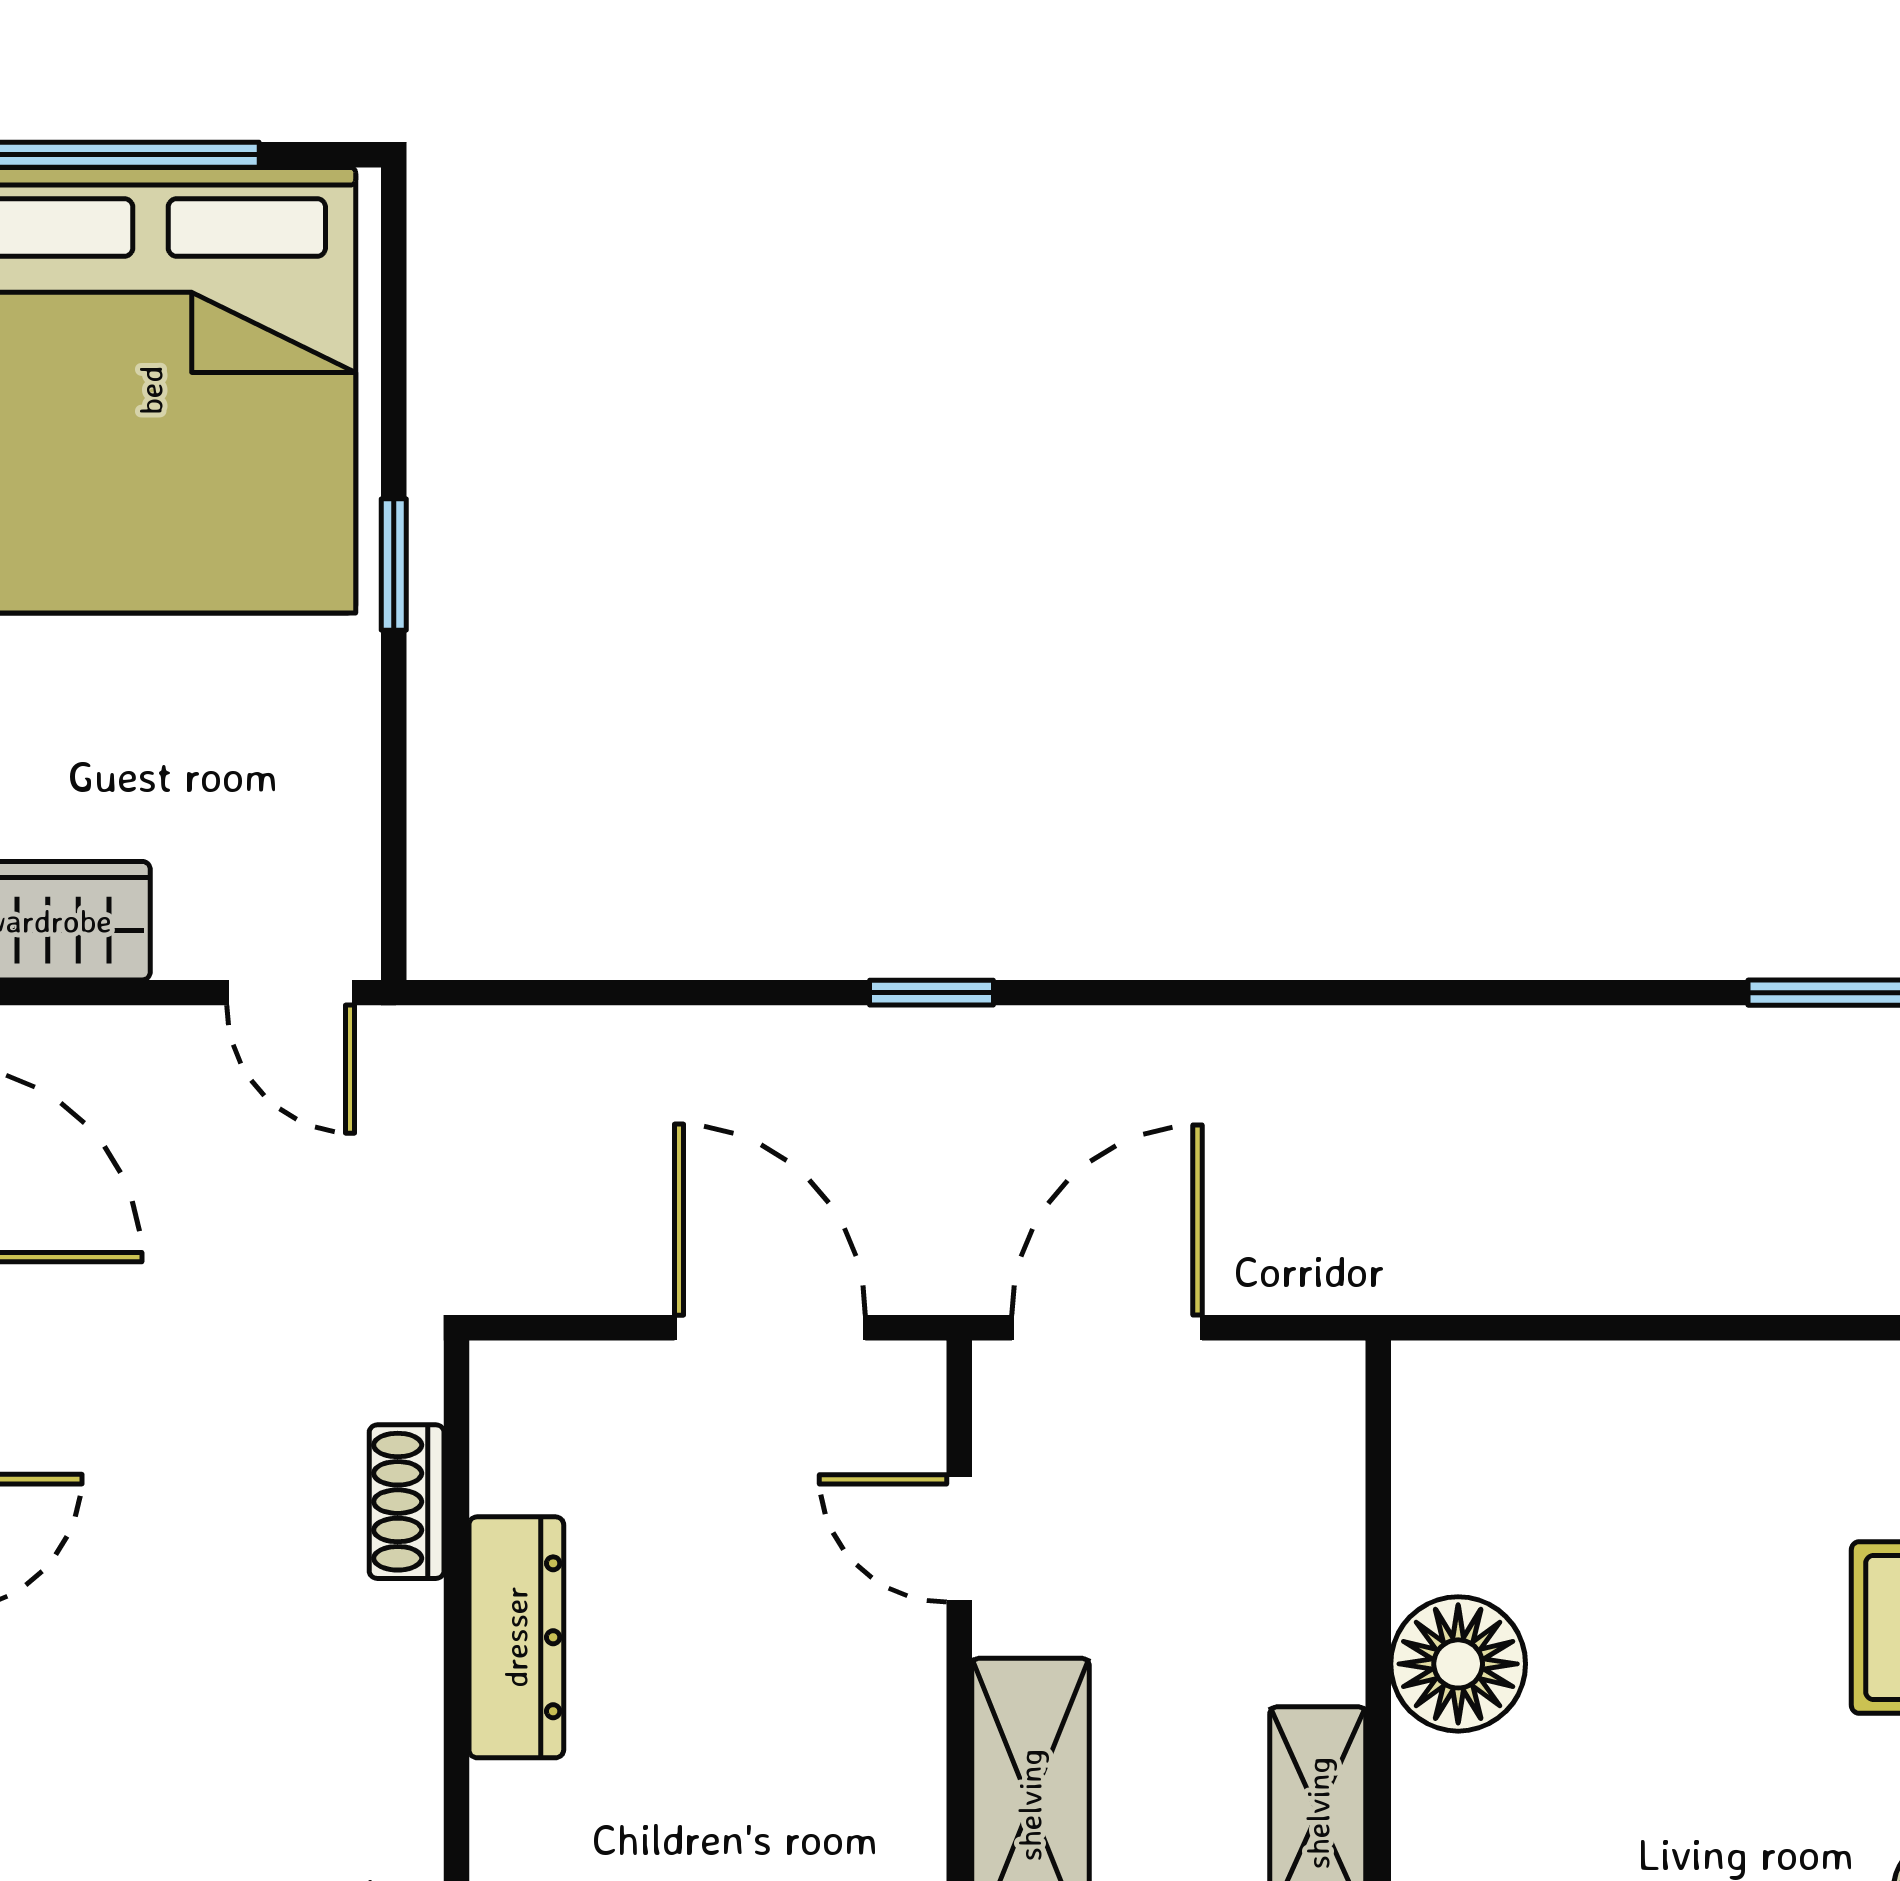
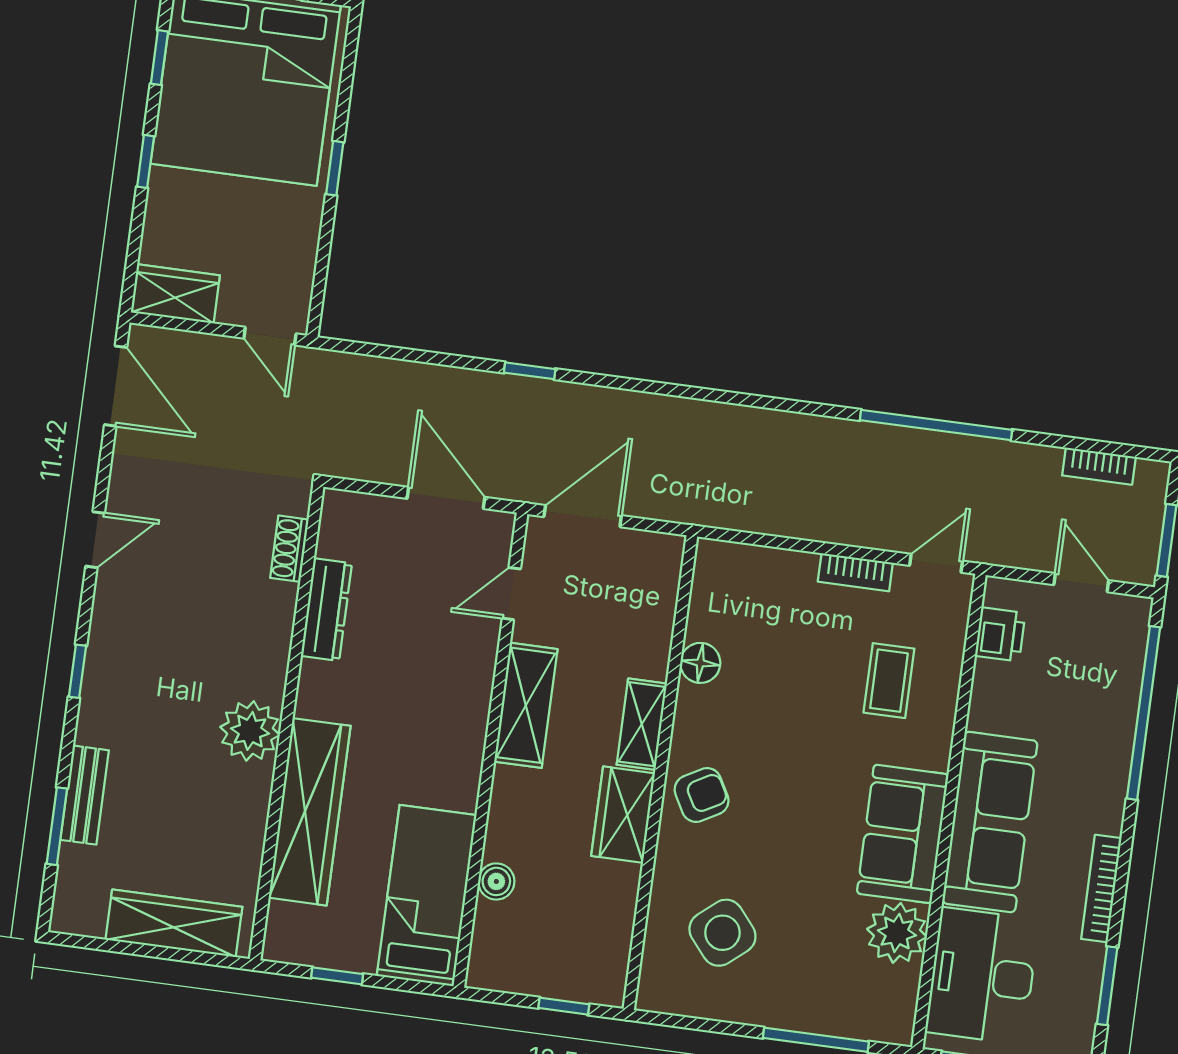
bookcase: (1786, 1376) -> (855, 572), added
door: (959, 1538) -> (511, 594), hinge flipped
floor lamp: (1458, 1664) -> (700, 663), width x0.73, depth x0.73

